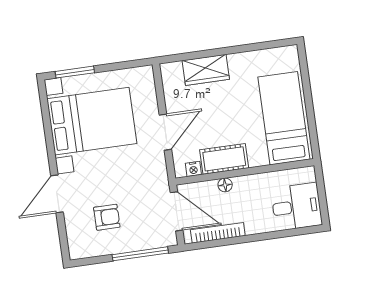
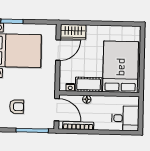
wardrobe: (206, 70) -> (73, 32), moved
bed: (284, 118) -> (121, 67), width x1.50
door: (165, 132) -> (58, 50), moved

